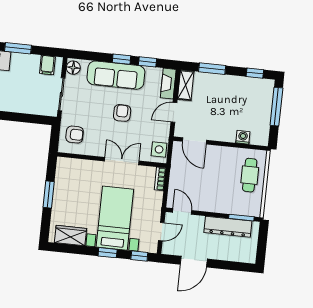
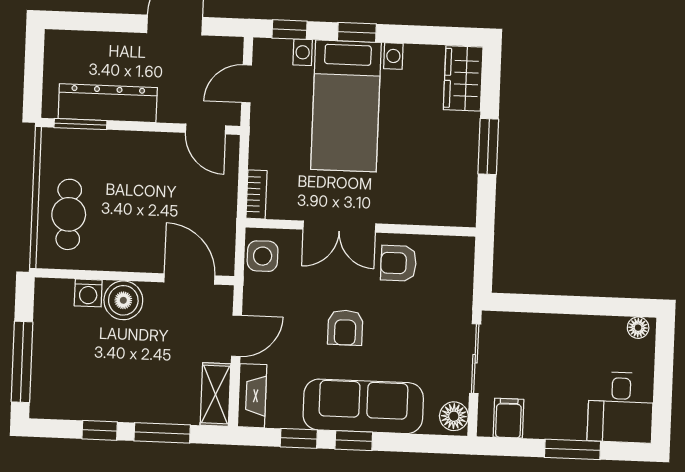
window: (255, 73) -> (100, 430), moved
boiler: (226, 133) -> (123, 300), added
armchair: (75, 135) -> (398, 263), moved
wardrobe: (70, 235) -> (463, 78), moved, turned 90

